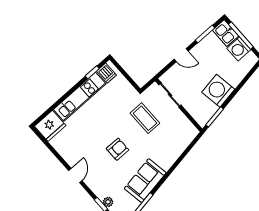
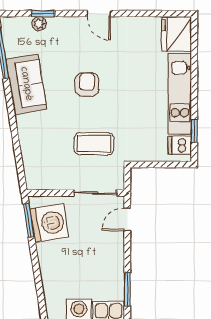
door: (181, 55) -> (127, 219), moved
washing machine: (218, 91) -> (49, 223), moved
armchair: (117, 149) -> (87, 84), turned 180

